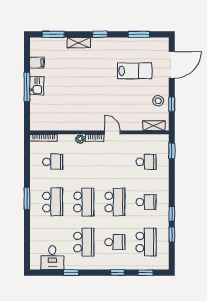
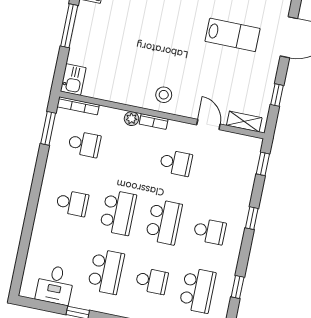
kitchen sink: (37, 86) -> (73, 80), moved
stool: (158, 101) -> (164, 95), moved
door: (112, 132) -> (208, 124), moved
school desk: (146, 162) -> (176, 163), moved
window: (27, 198) -> (48, 128), moved
school desk: (53, 202) -> (72, 203), width x0.54
window: (172, 214) -> (252, 218), moved

